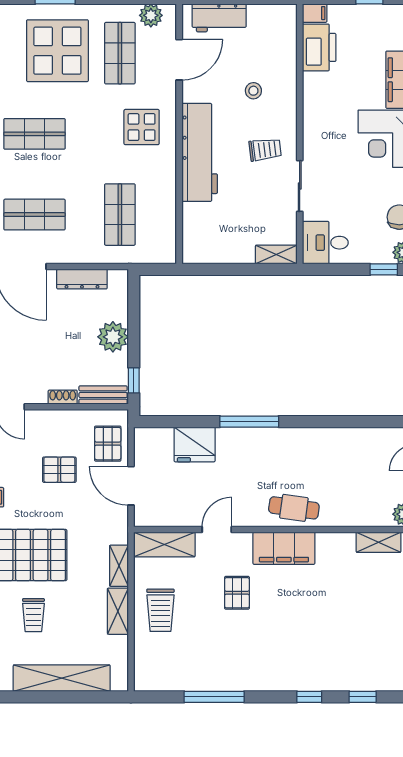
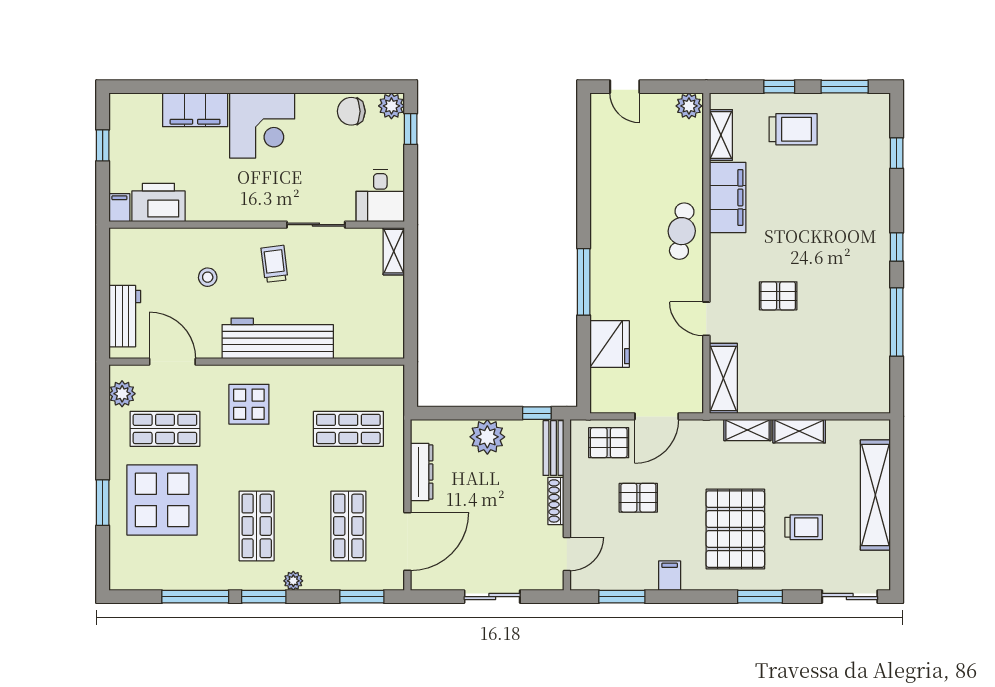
shoe rack: (63, 397) -> (556, 501), width x1.43
pallet: (59, 470) -> (638, 498), turned 90
filing cabinet: (284, 548) -> (728, 198), moved
trolley: (160, 610) -> (793, 129), moved
window: (309, 697) -> (897, 247), moved

